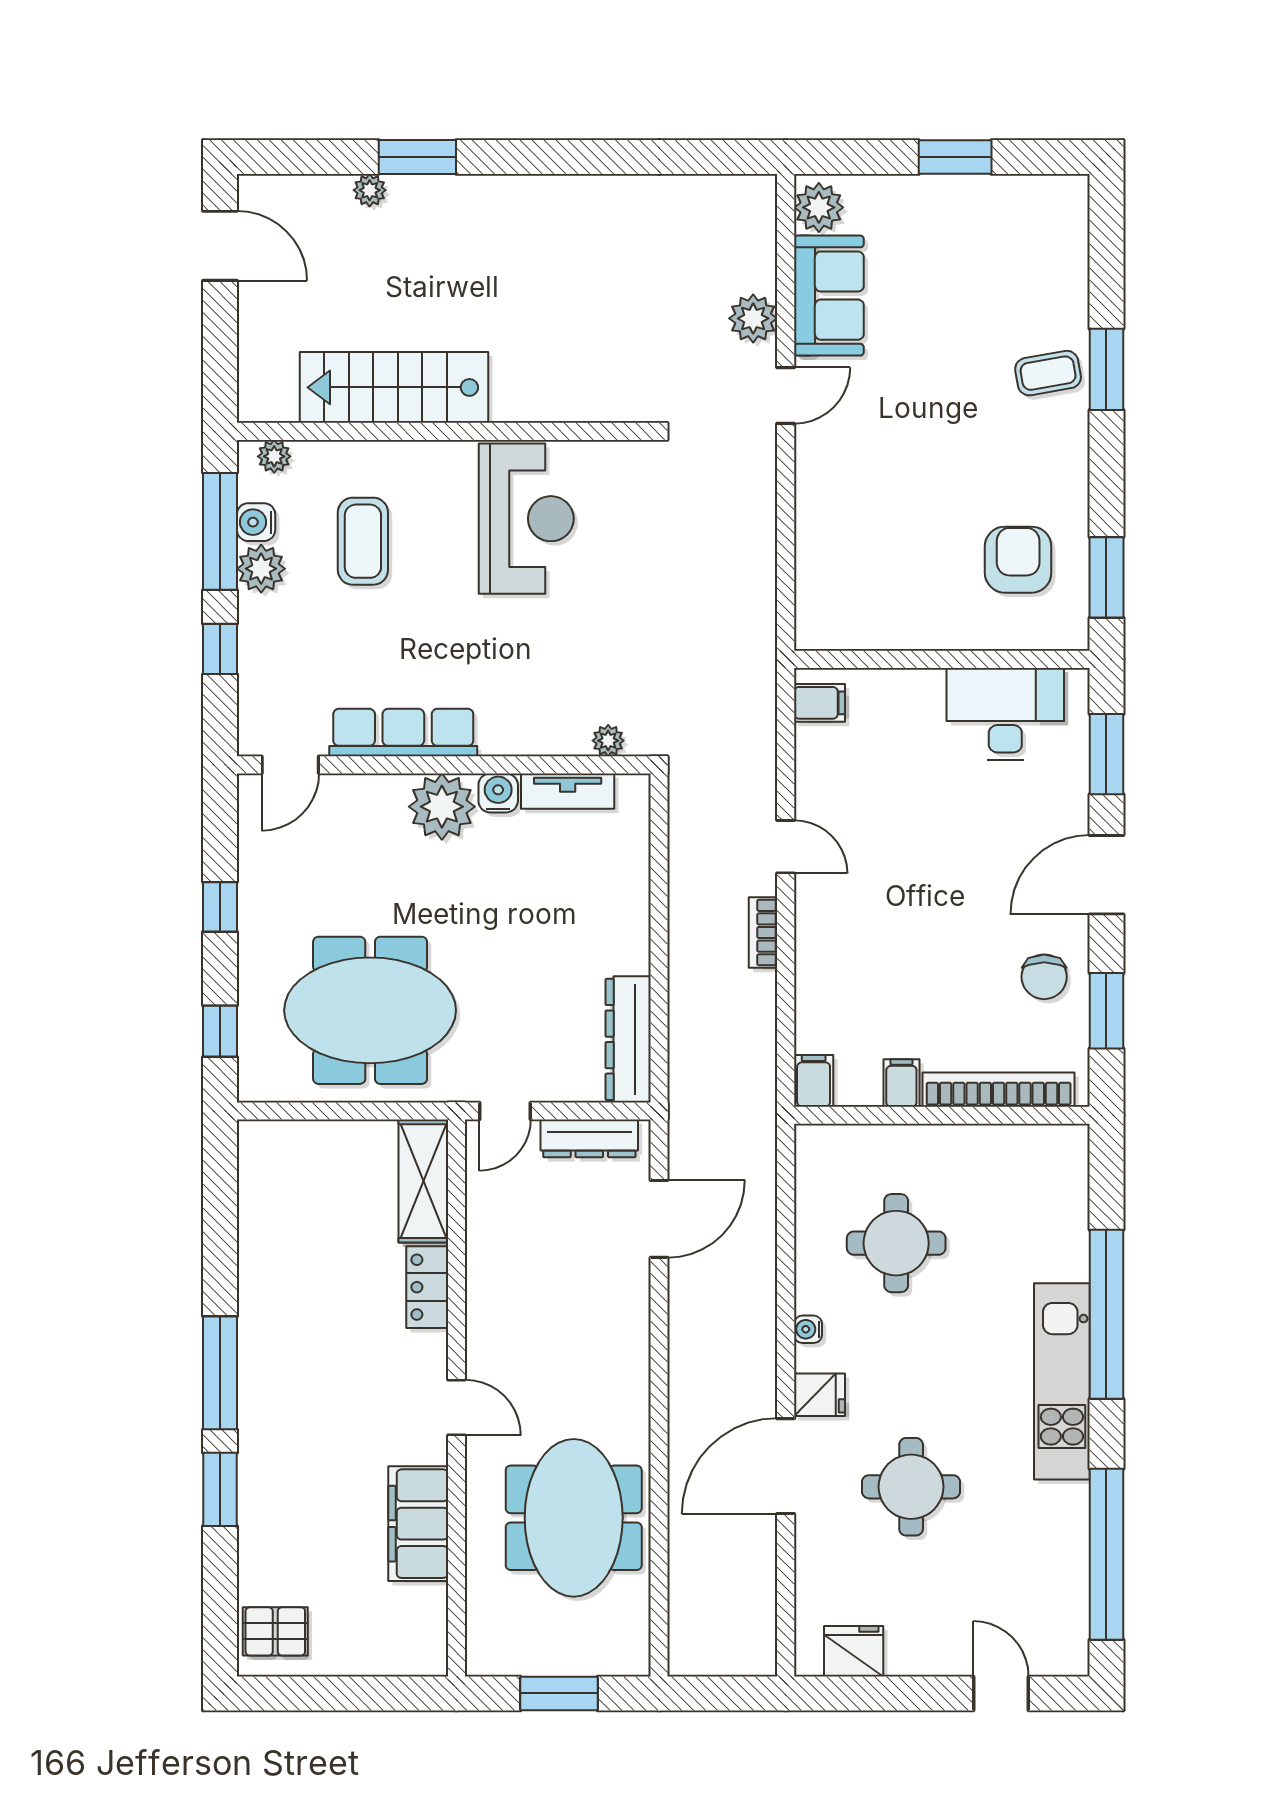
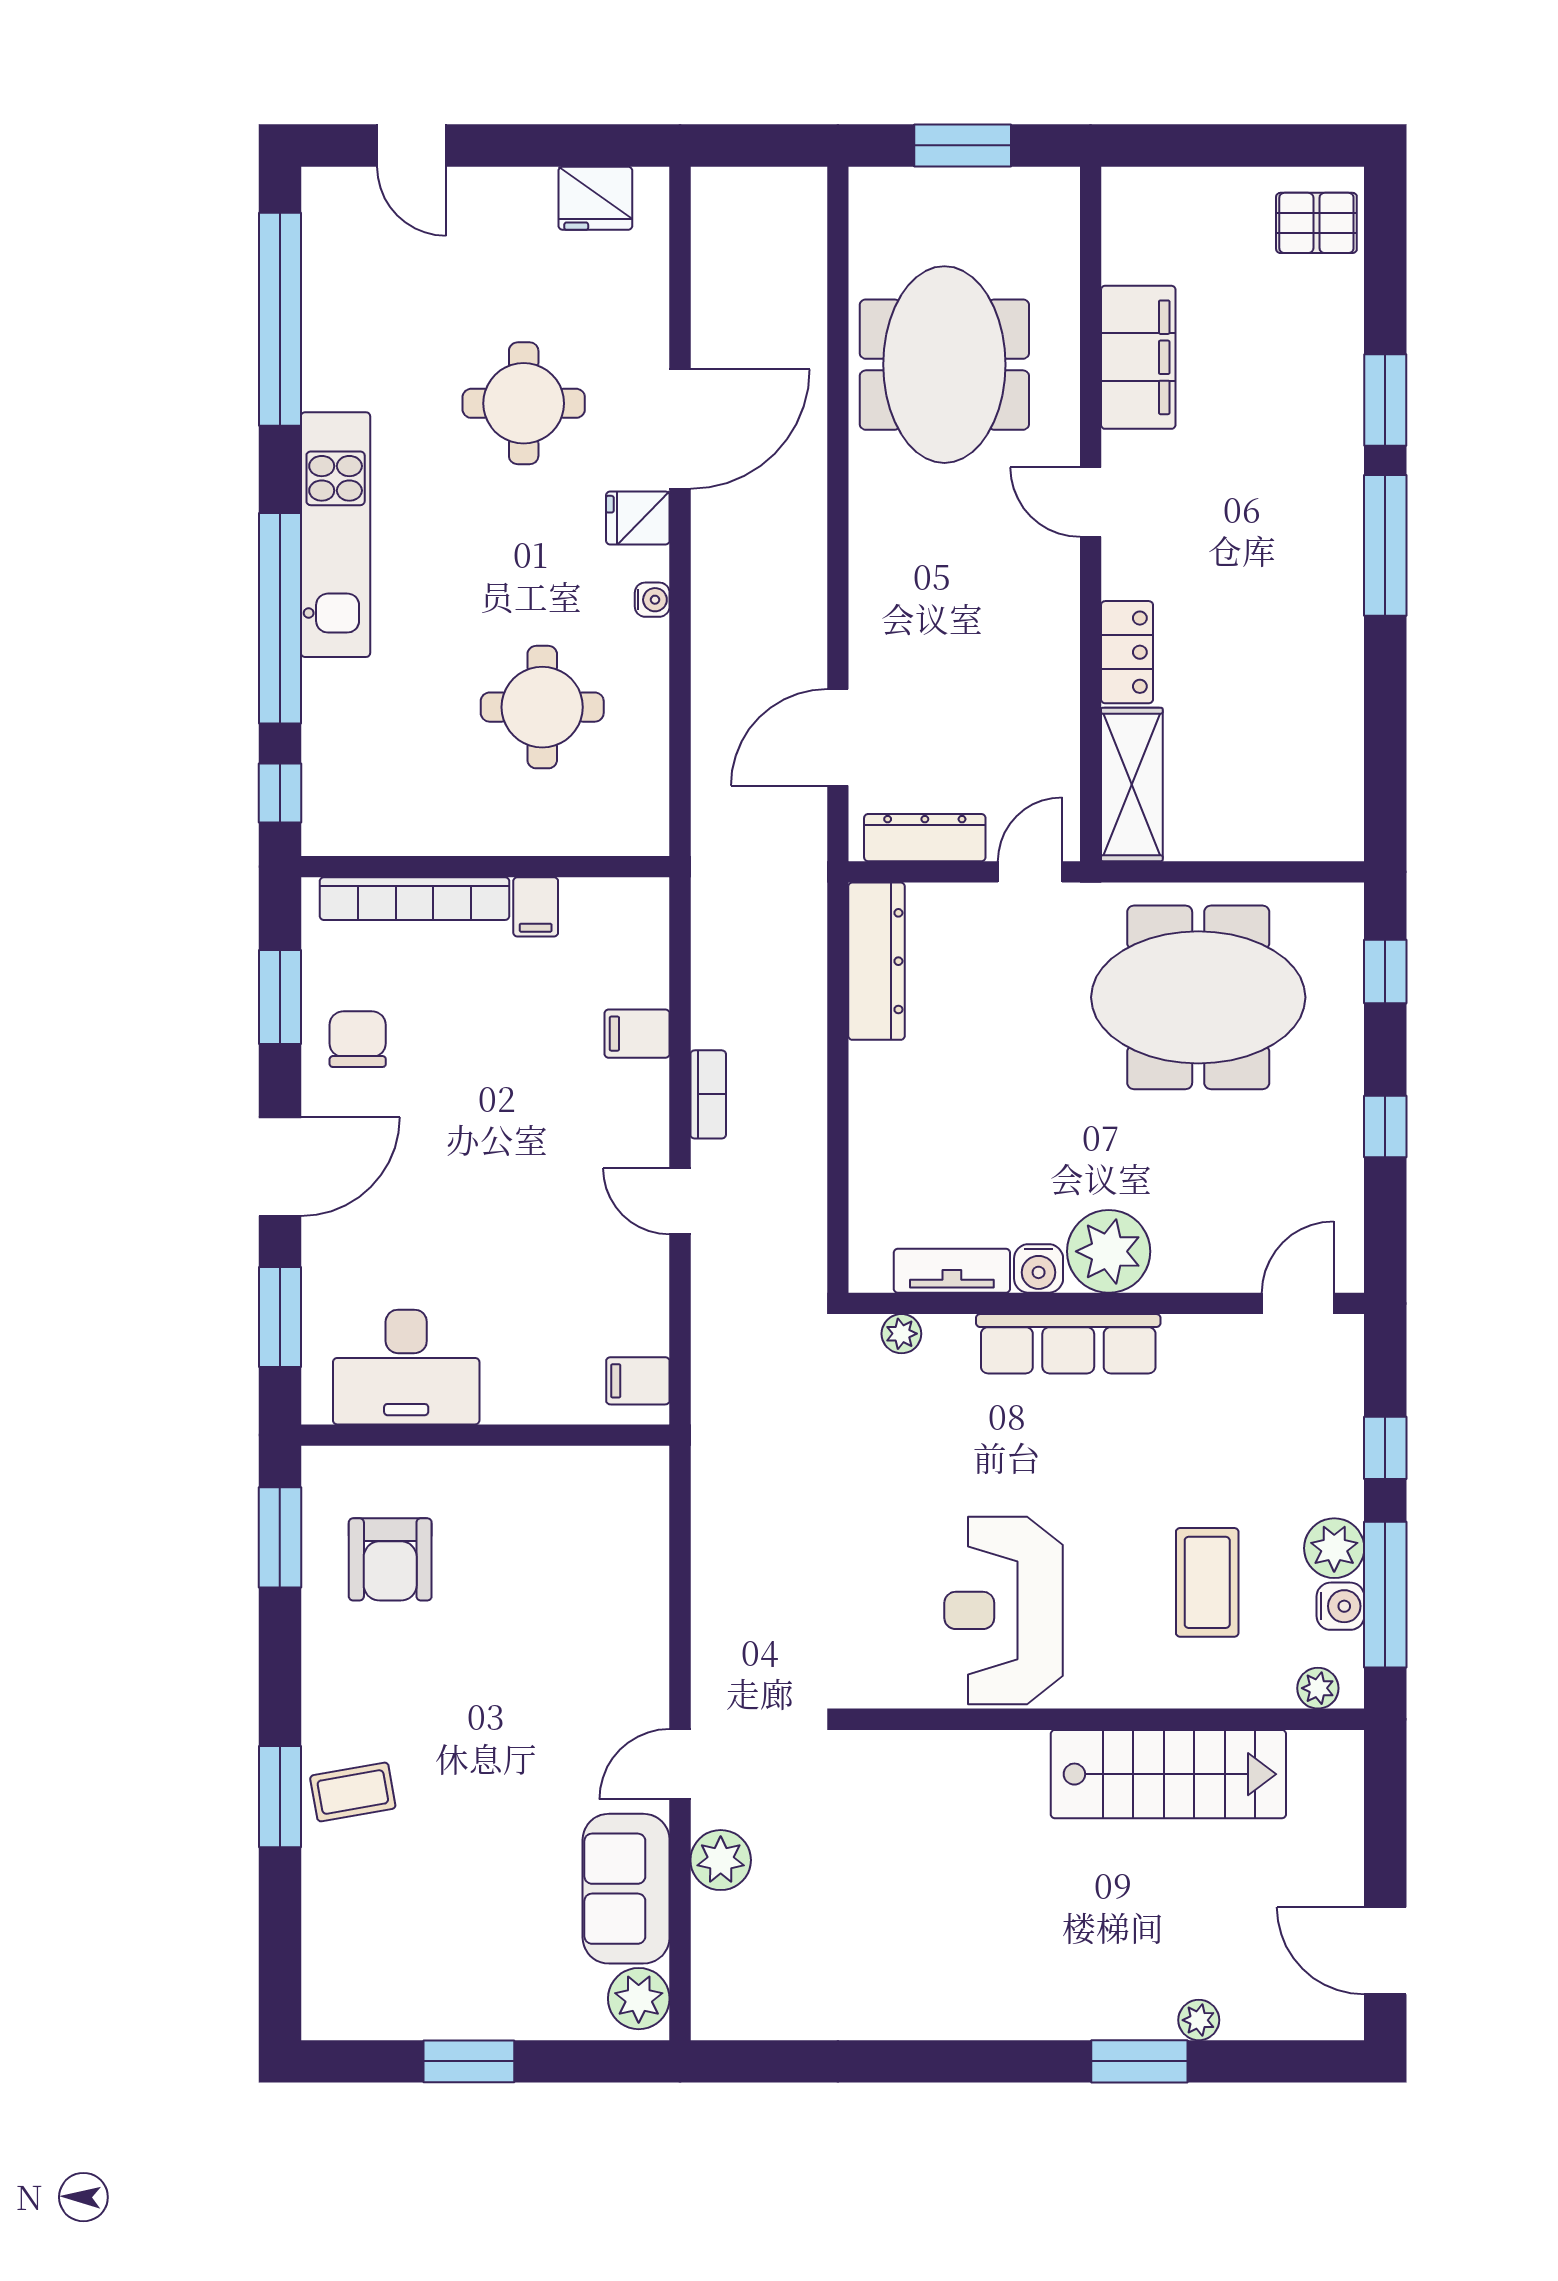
row of seats: (403, 733) -> (1068, 1344), moved
filing cabinet: (814, 1081) -> (637, 1034), moved, turned 90
window: (1106, 1174) -> (280, 793), added

